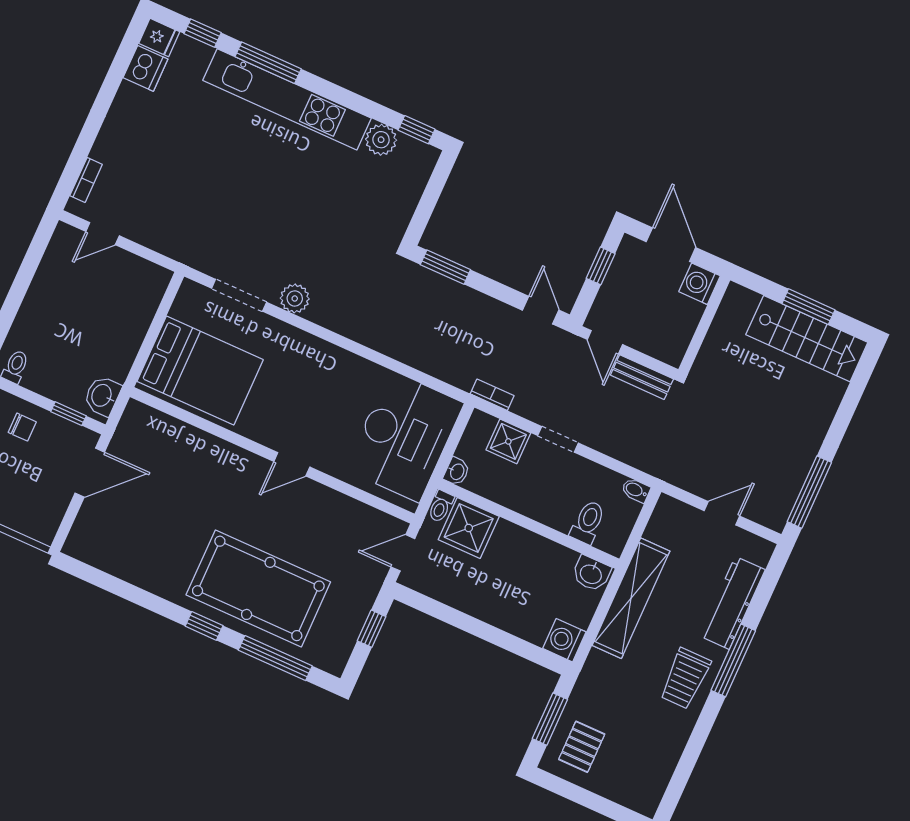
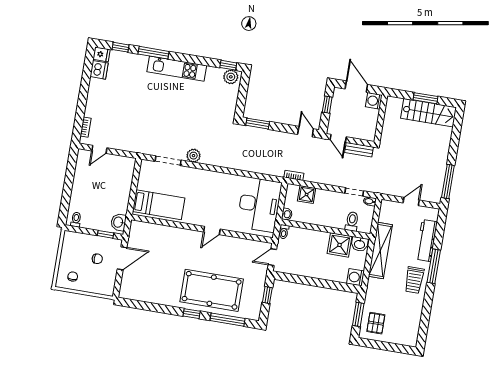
kitchen unit: (287, 99) -> (177, 69), width x0.73
plant: (381, 140) -> (231, 77), moved
bed: (200, 371) -> (159, 205), width x0.67
chair: (22, 427) -> (97, 259), moved
doorway: (558, 439) -> (354, 192), moved
shower: (469, 528) -> (340, 245), moved

